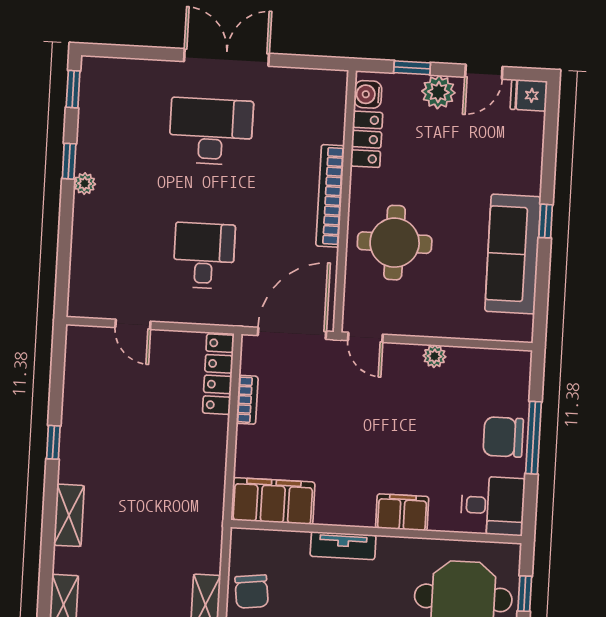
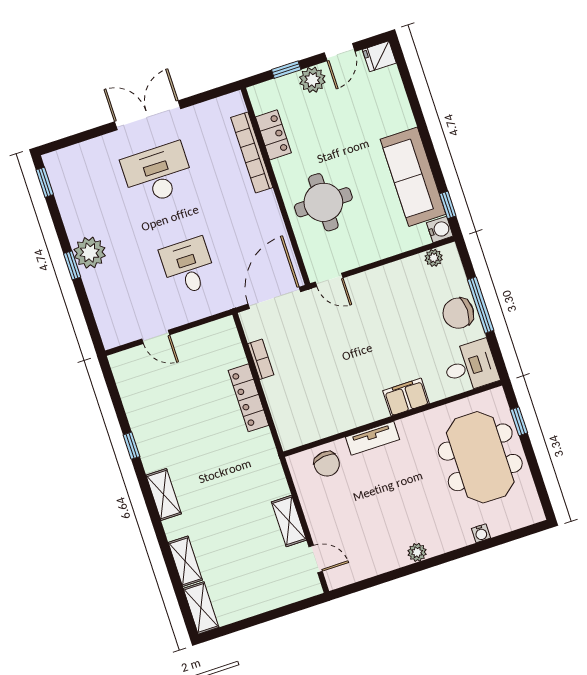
water cooler: (368, 94) -> (440, 229), moved, turned 180
window: (69, 161) -> (72, 265), moved
plant: (85, 184) -> (90, 253), width x1.88, depth x1.88
bookcase: (330, 196) -> (252, 152), moved
window: (546, 221) -> (448, 205), moved
plant: (434, 356) -> (434, 258), moved
locker: (218, 374) -> (248, 398), moved
filing cabinet: (273, 501) -> (309, 426), removed
chair: (252, 591) -> (327, 464), moved

